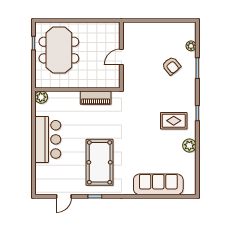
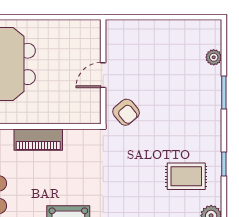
armchair: (171, 66) -> (126, 112), moved
piano: (96, 98) -> (38, 140), moved

